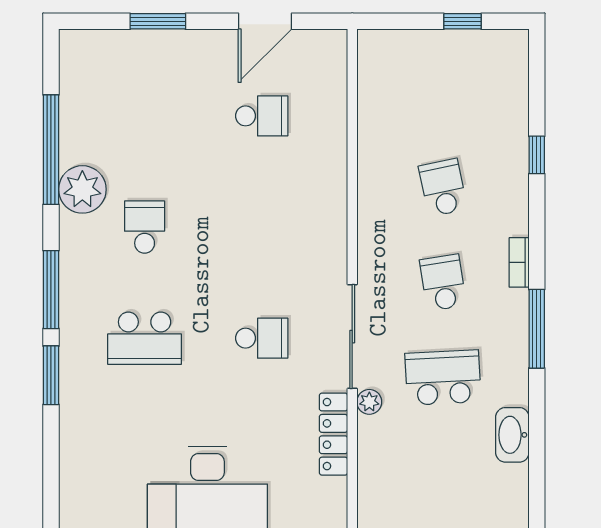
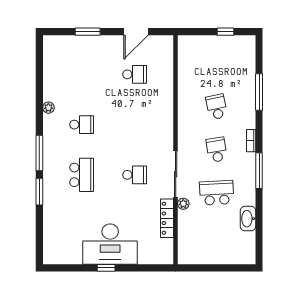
window: (51, 150) -> (39, 90), removed
window: (537, 155) -> (259, 92), width x2.17
plant: (82, 189) -> (48, 108), width x0.53, depth x0.53
school desk: (145, 227) -> (82, 125), turned 90
school desk: (145, 338) -> (82, 175), turned -90

